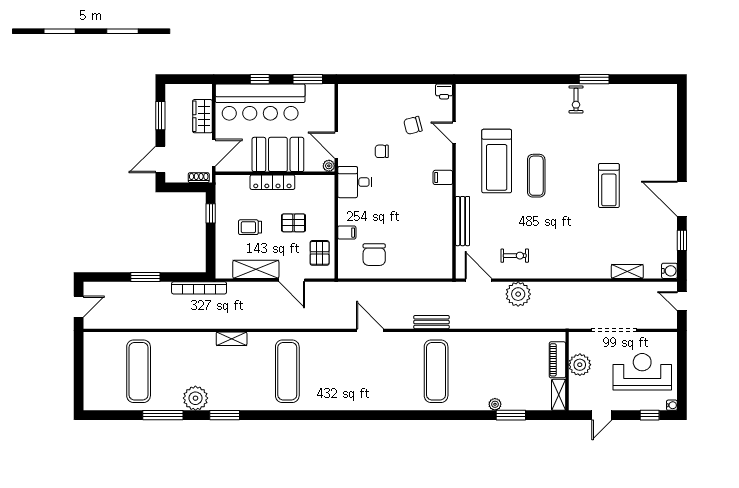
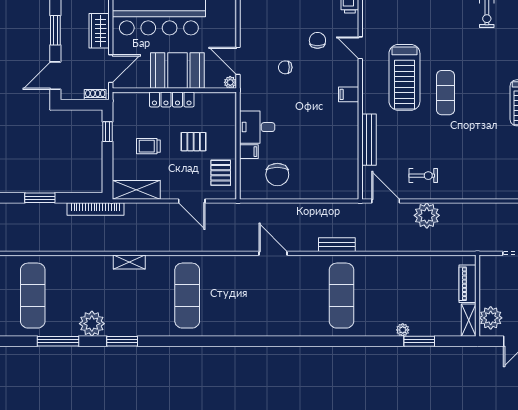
chair: (413, 125) -> (317, 40), turned 104
desk: (355, 182) -> (257, 127), moved
shelving: (256, 269) -> (136, 190), moved
plant: (580, 365) -> (491, 318), moved

